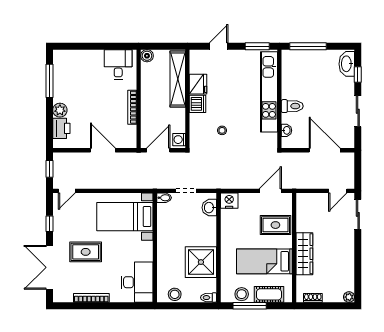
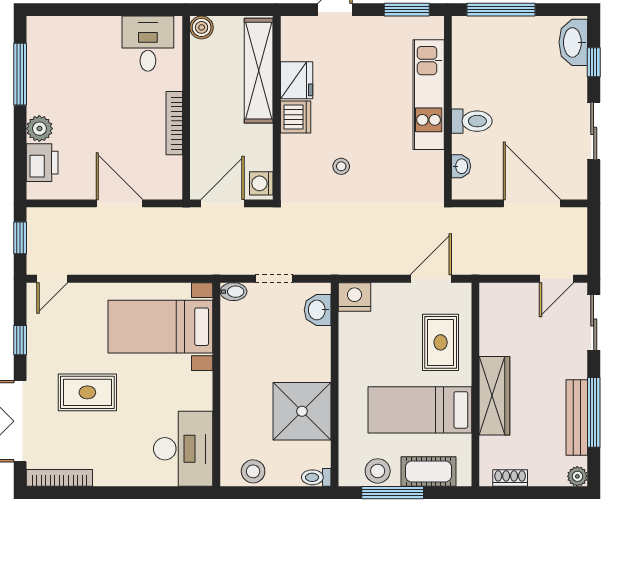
kitchen unit: (269, 92) -> (429, 95), width x0.73
rug: (275, 225) -> (441, 342), turned 90
window: (358, 263) -> (594, 412), added
bench: (349, 265) -> (577, 417), added
bookcase: (91, 298) -> (59, 478), moved

